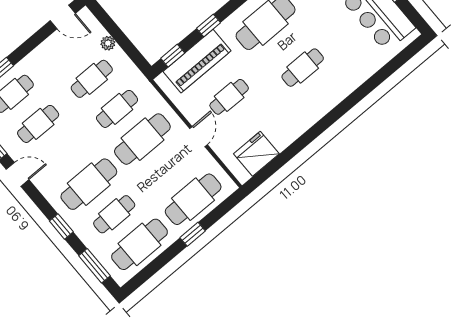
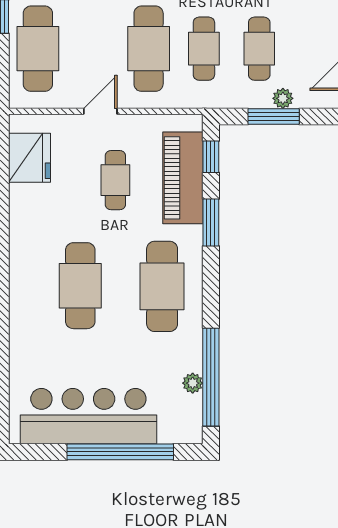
window: (208, 25) -> (211, 223), width x1.50
window: (122, 40) -> (274, 116), added
cafe table: (303, 68) -> (80, 286), width x1.37, depth x1.35
door: (198, 137) -> (100, 111), swing flipped

